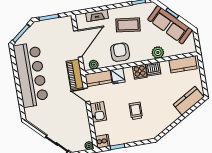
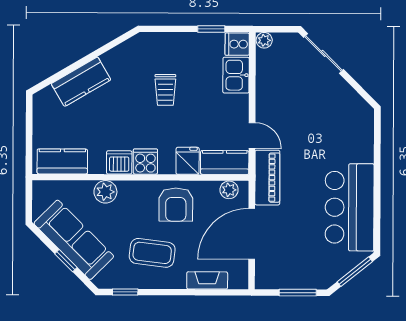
bar counter: (31, 75) -> (350, 207), width x0.73
kitchen counter: (189, 101) -> (81, 82), moved
kitchen sink: (98, 112) -> (236, 75), moved

